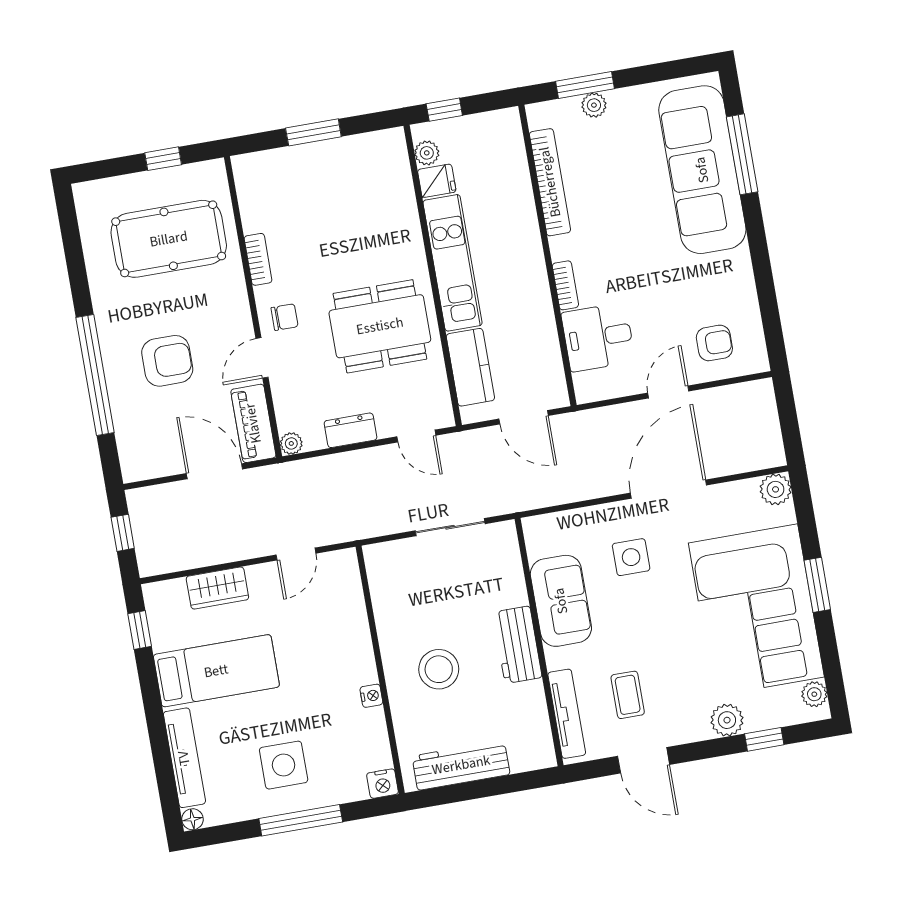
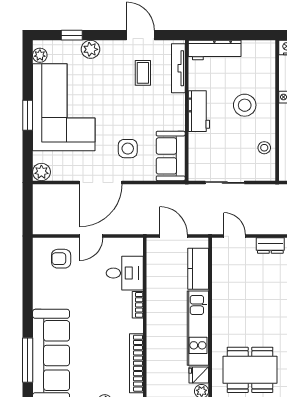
dining table: (380, 326) -> (250, 370), moved
stool: (391, 600) -> (264, 148), added
sofa: (561, 601) -> (171, 156), moved
workbench: (461, 765) -> (215, 50), moved

